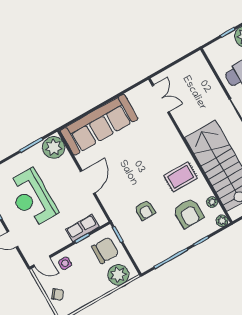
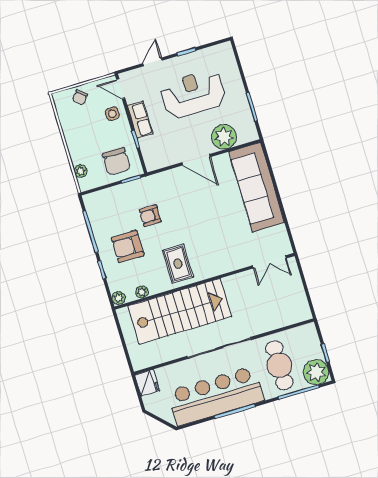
plant: (54, 147) -> (224, 137), moved
armchair: (188, 213) -> (128, 246), moved
row of seats: (82, 228) -> (140, 120), moved
door: (42, 261) -> (121, 89), hinge flipped
plant: (118, 275) -> (81, 171), width x0.53, depth x0.53

